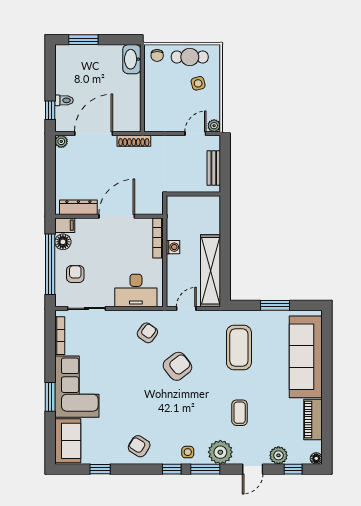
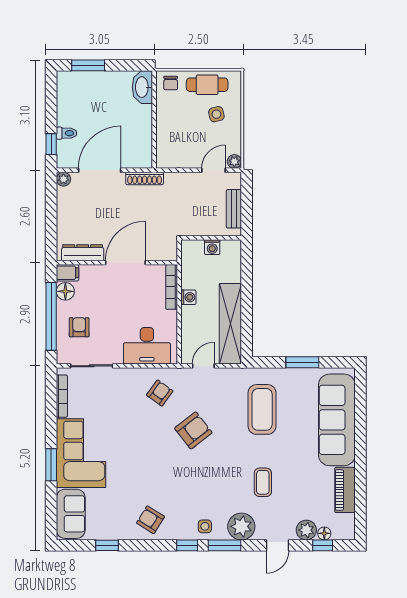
washing machine: (194, 202) -> (212, 247), added
floor lamp: (316, 458) -> (324, 533), moved

